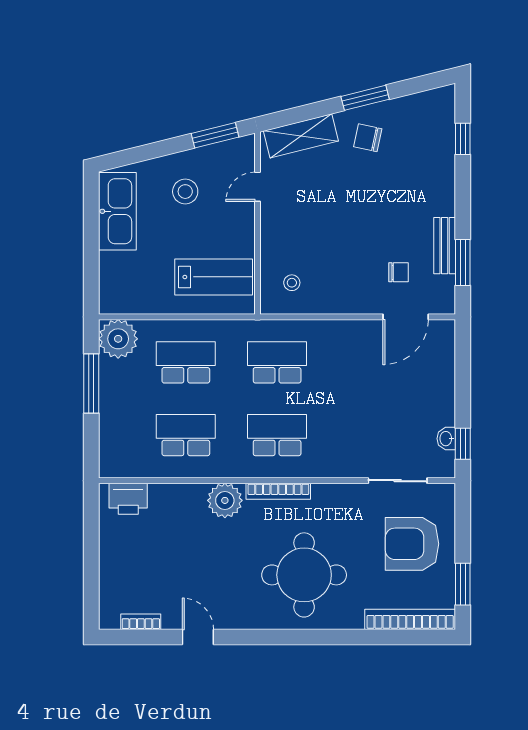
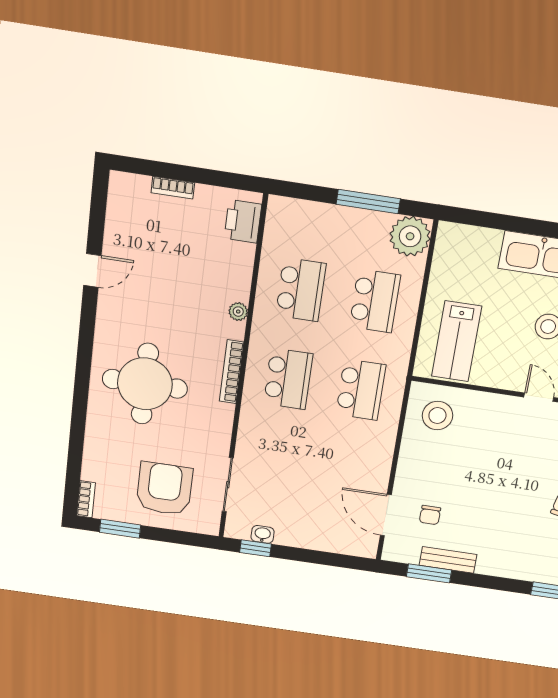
stool: (292, 283) -> (437, 416), width x1.89, depth x1.89
plant: (225, 500) -> (238, 312), width x0.53, depth x0.53
bookcase: (410, 619) -> (86, 499), width x0.43, depth x0.76
bookcase: (141, 622) -> (173, 188), moved, turned 90

